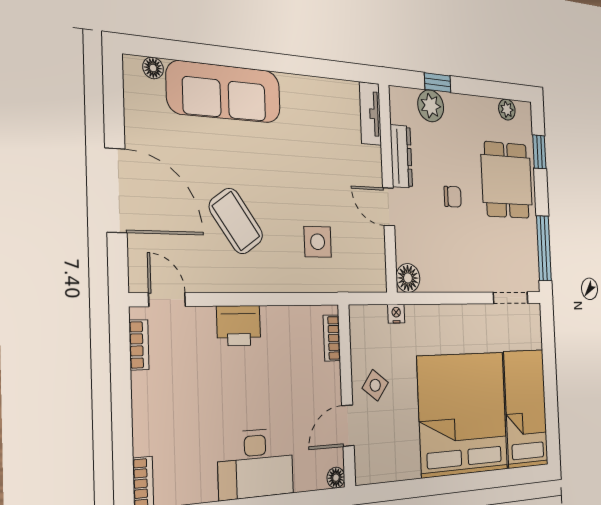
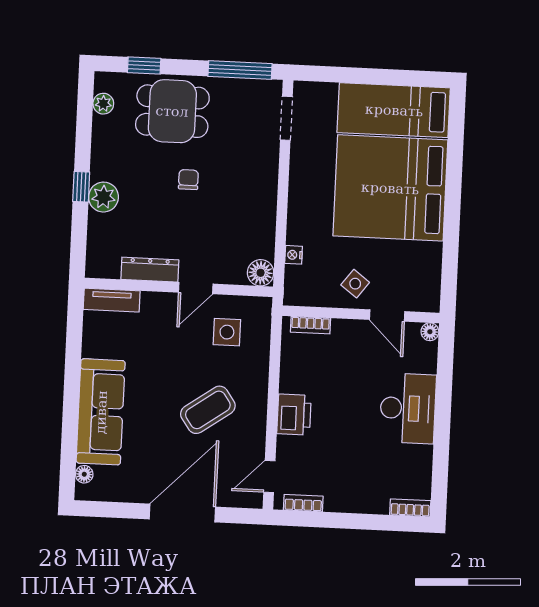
tv unit: (370, 114) -> (112, 300), moved
dresser: (401, 156) -> (150, 270), moved
wall: (388, 188) -> (179, 287), moved
door: (389, 207) -> (196, 288), moved
floor lamp: (408, 278) -> (261, 273), moved

